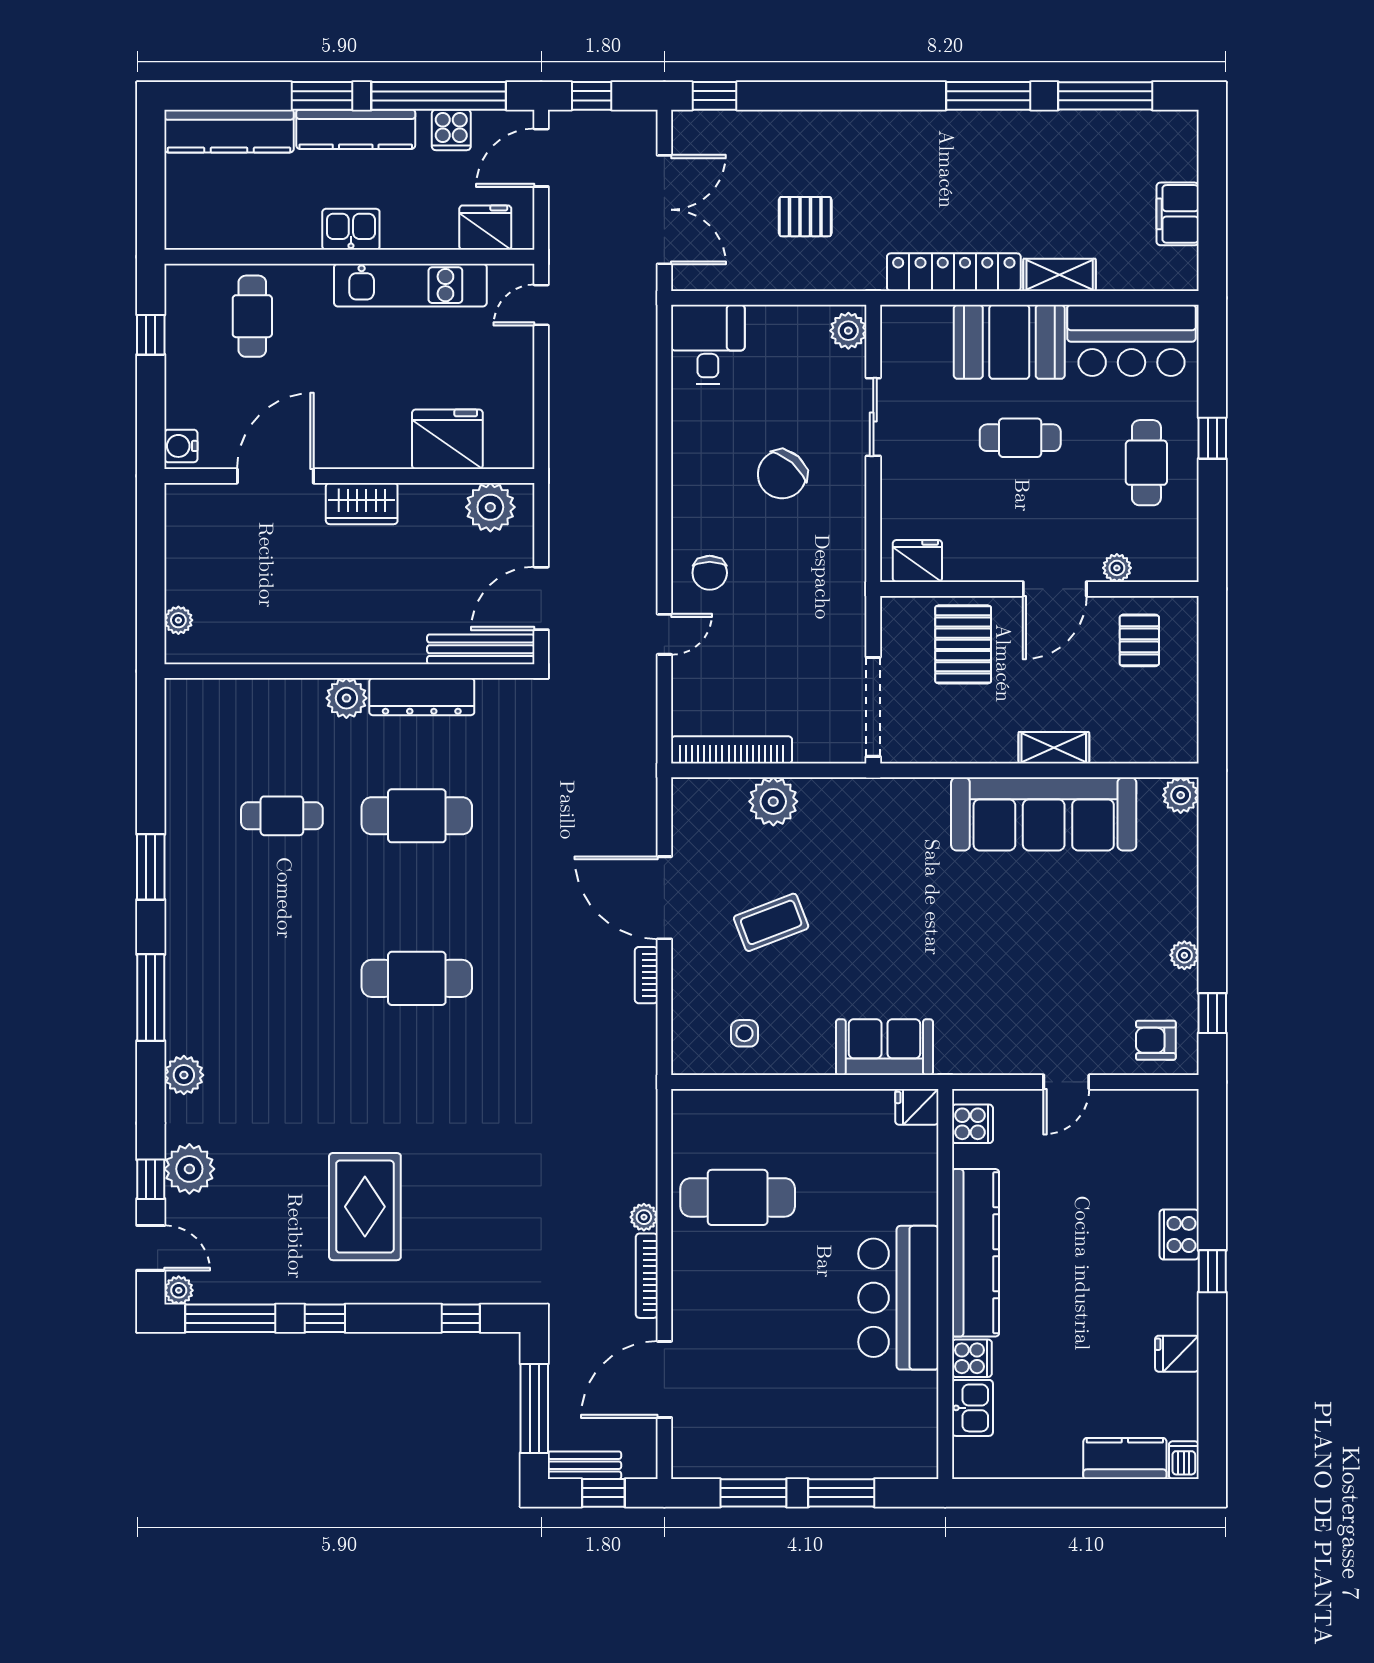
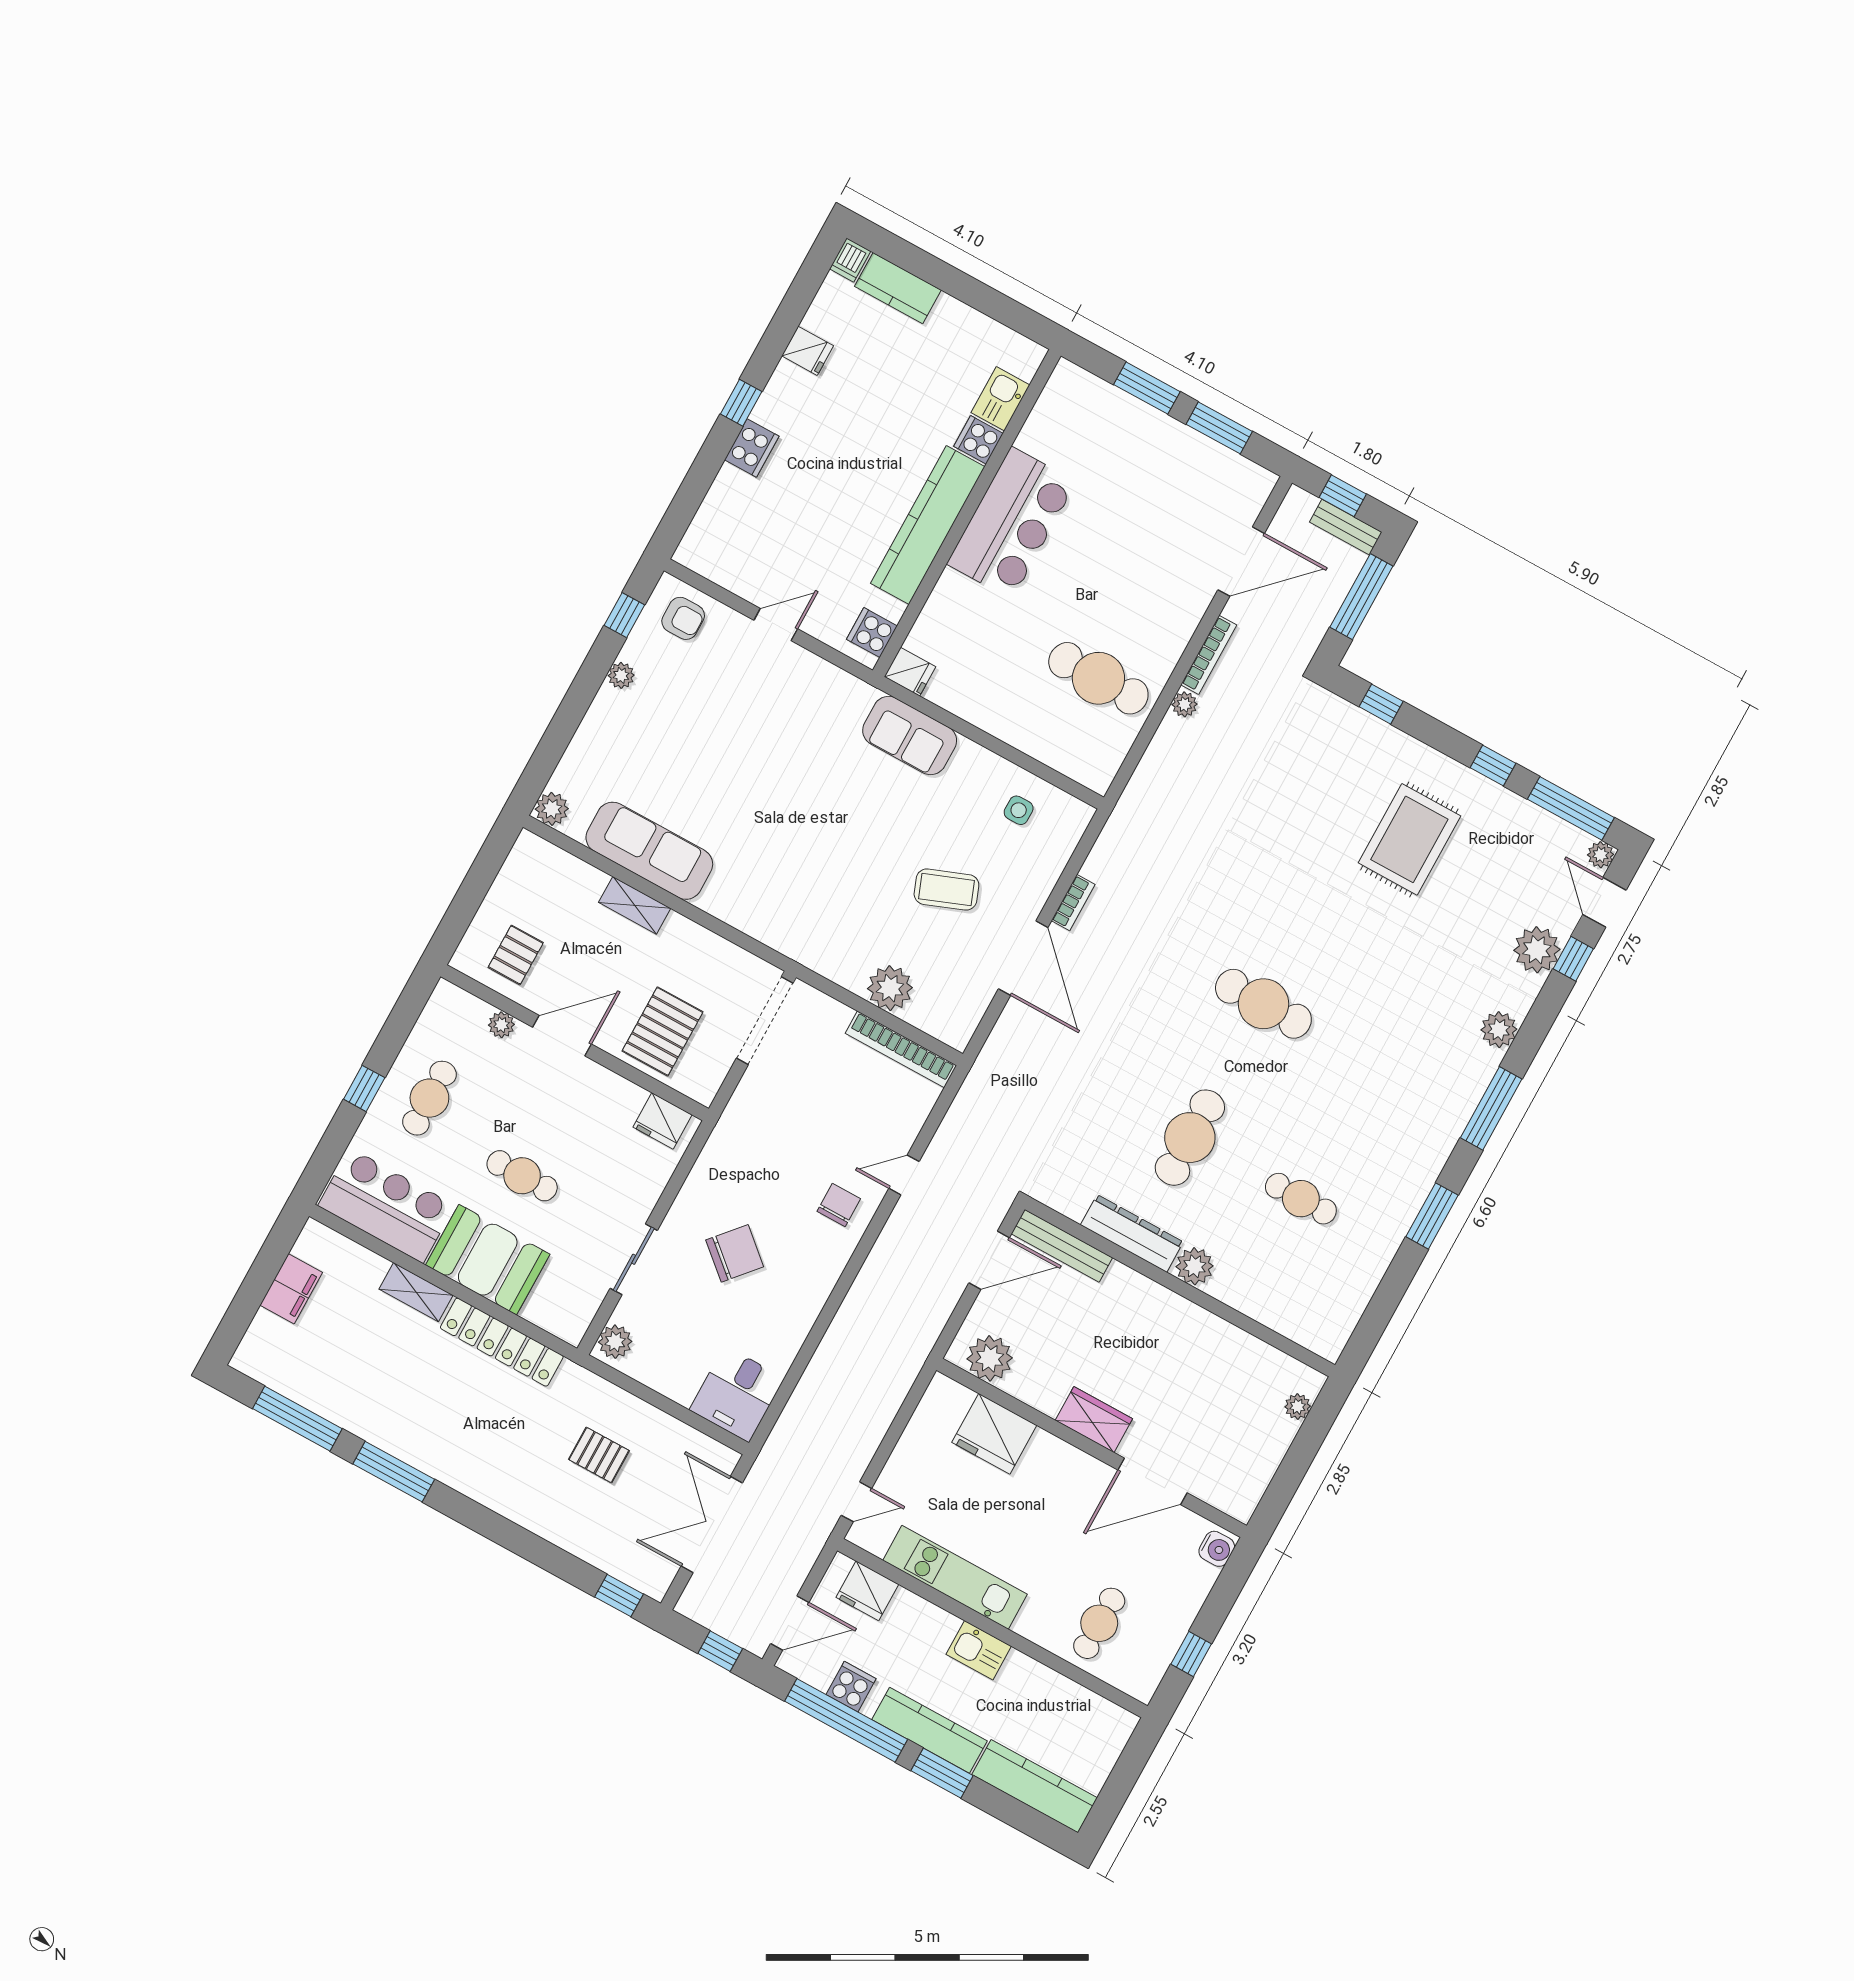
sofa: (1044, 814) -> (649, 851), width x0.74, depth x0.79
cafe table: (417, 816) -> (1190, 1138), turned 90

